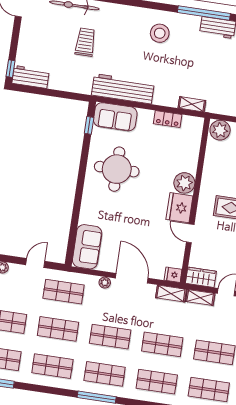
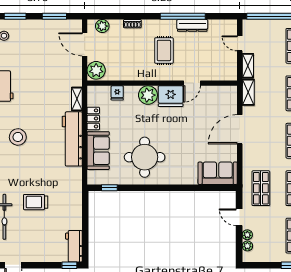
workbench: (123, 89) -> (72, 139), moved
sofa: (115, 117) -> (98, 151), moved
fridge: (173, 275) -> (117, 93), moved
wardrobe: (201, 277) -> (230, 68), removed
plant: (105, 283) -> (247, 235), moved

